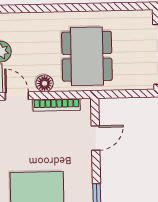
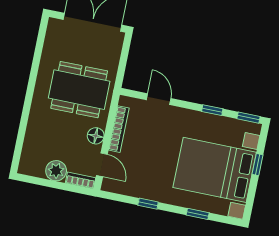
door: (17, 96) -> (102, 165), swing flipped

